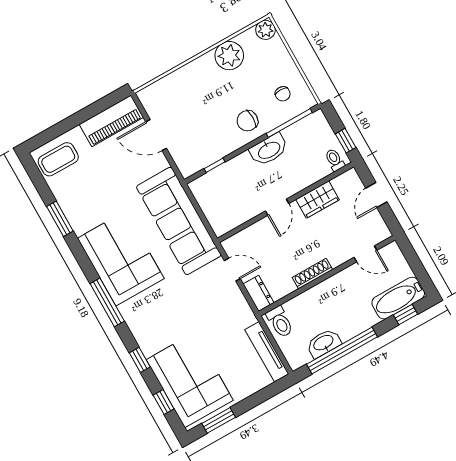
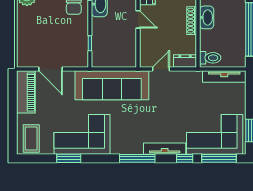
door: (156, 135) -> (51, 69), hinge flipped
corner sofa: (121, 258) -> (82, 134), moved
tv unit: (138, 329) -> (165, 149), added
washbasin: (324, 343) -> (207, 17), moved, turned 180
window: (164, 402) -> (219, 158), width x2.17

